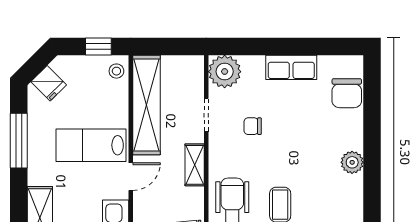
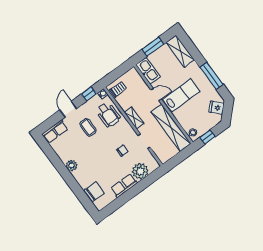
plant: (225, 72) -> (140, 171), moved
chair: (347, 93) -> (94, 192), turned 90
door: (131, 177) -> (156, 94), swing flipped

